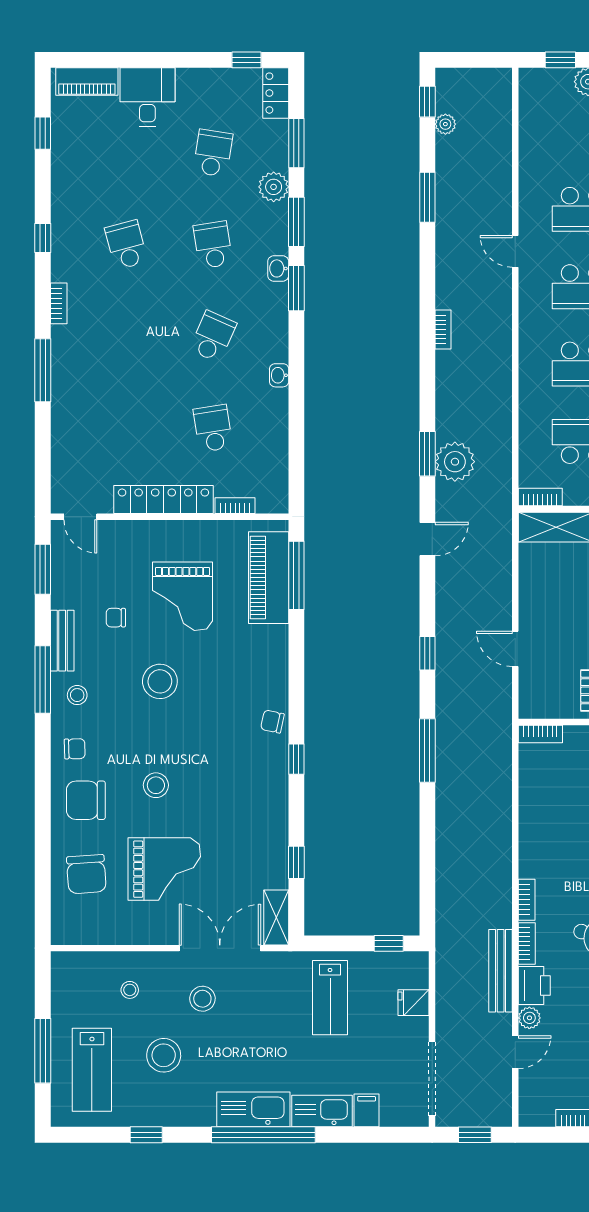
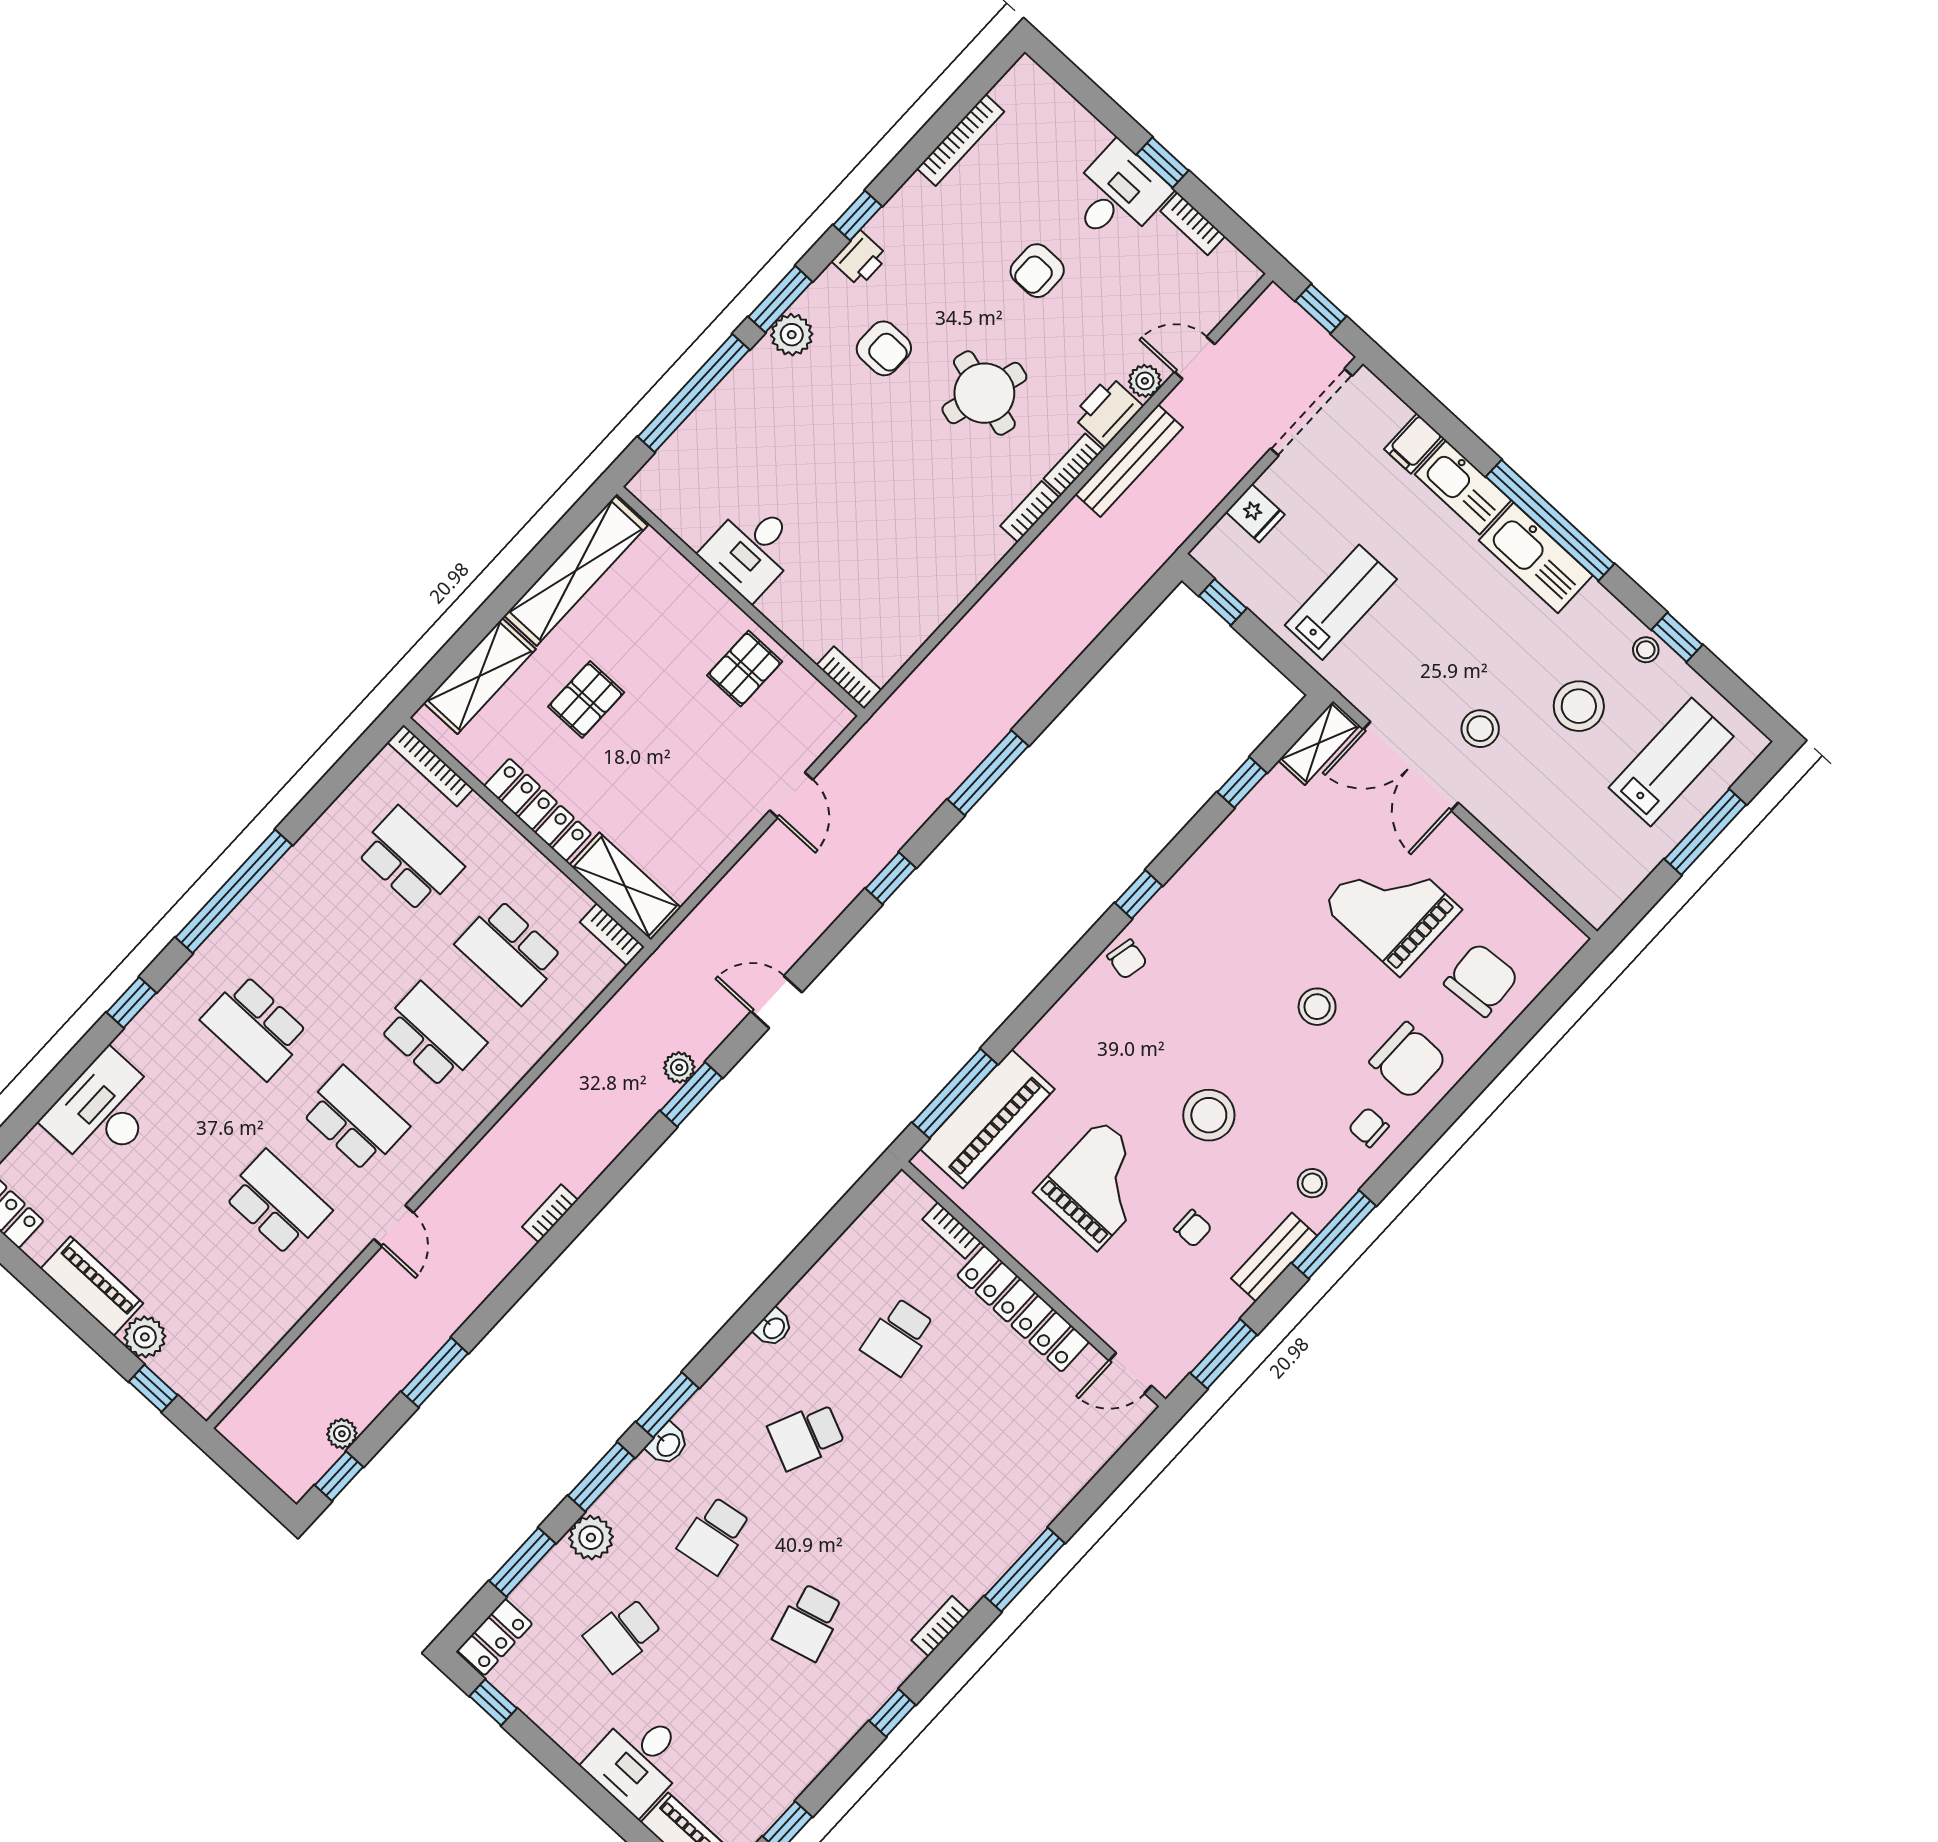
plant: (455, 462) -> (679, 1067), width x0.53, depth x0.53
door: (80, 517) -> (1130, 1373), swing flipped
stool: (130, 990) -> (1646, 650), moved

